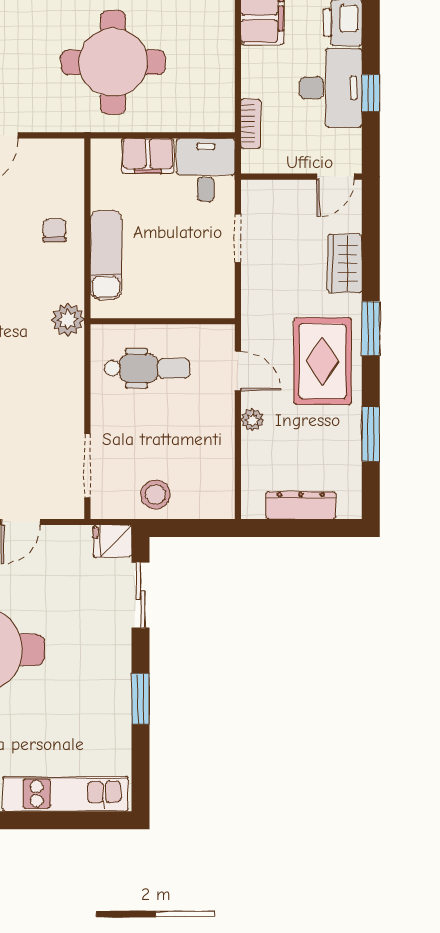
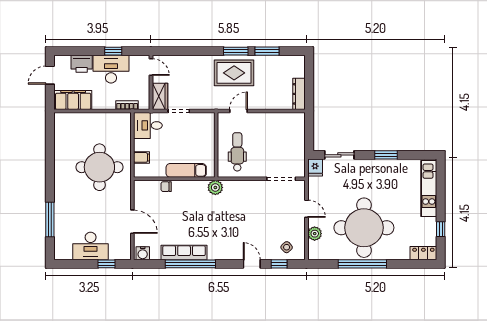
filing cabinet: (148, 156) -> (142, 157), width x0.50
chair: (54, 230) -> (166, 187), moved
wardrobe: (345, 264) -> (160, 96), moved, turned -90
window: (371, 328) -> (236, 51), moved
plant: (252, 420) -> (260, 104), removed
stool: (156, 494) -> (294, 148), removed
dresser: (301, 505) -> (299, 94), moved

